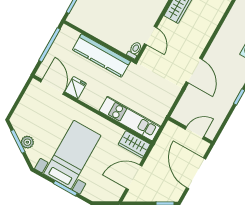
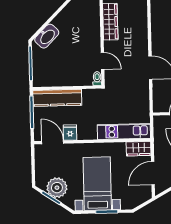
kitchen counter: (101, 56) -> (57, 98), moved
plant: (27, 142) -> (57, 188), width x1.88, depth x1.88

